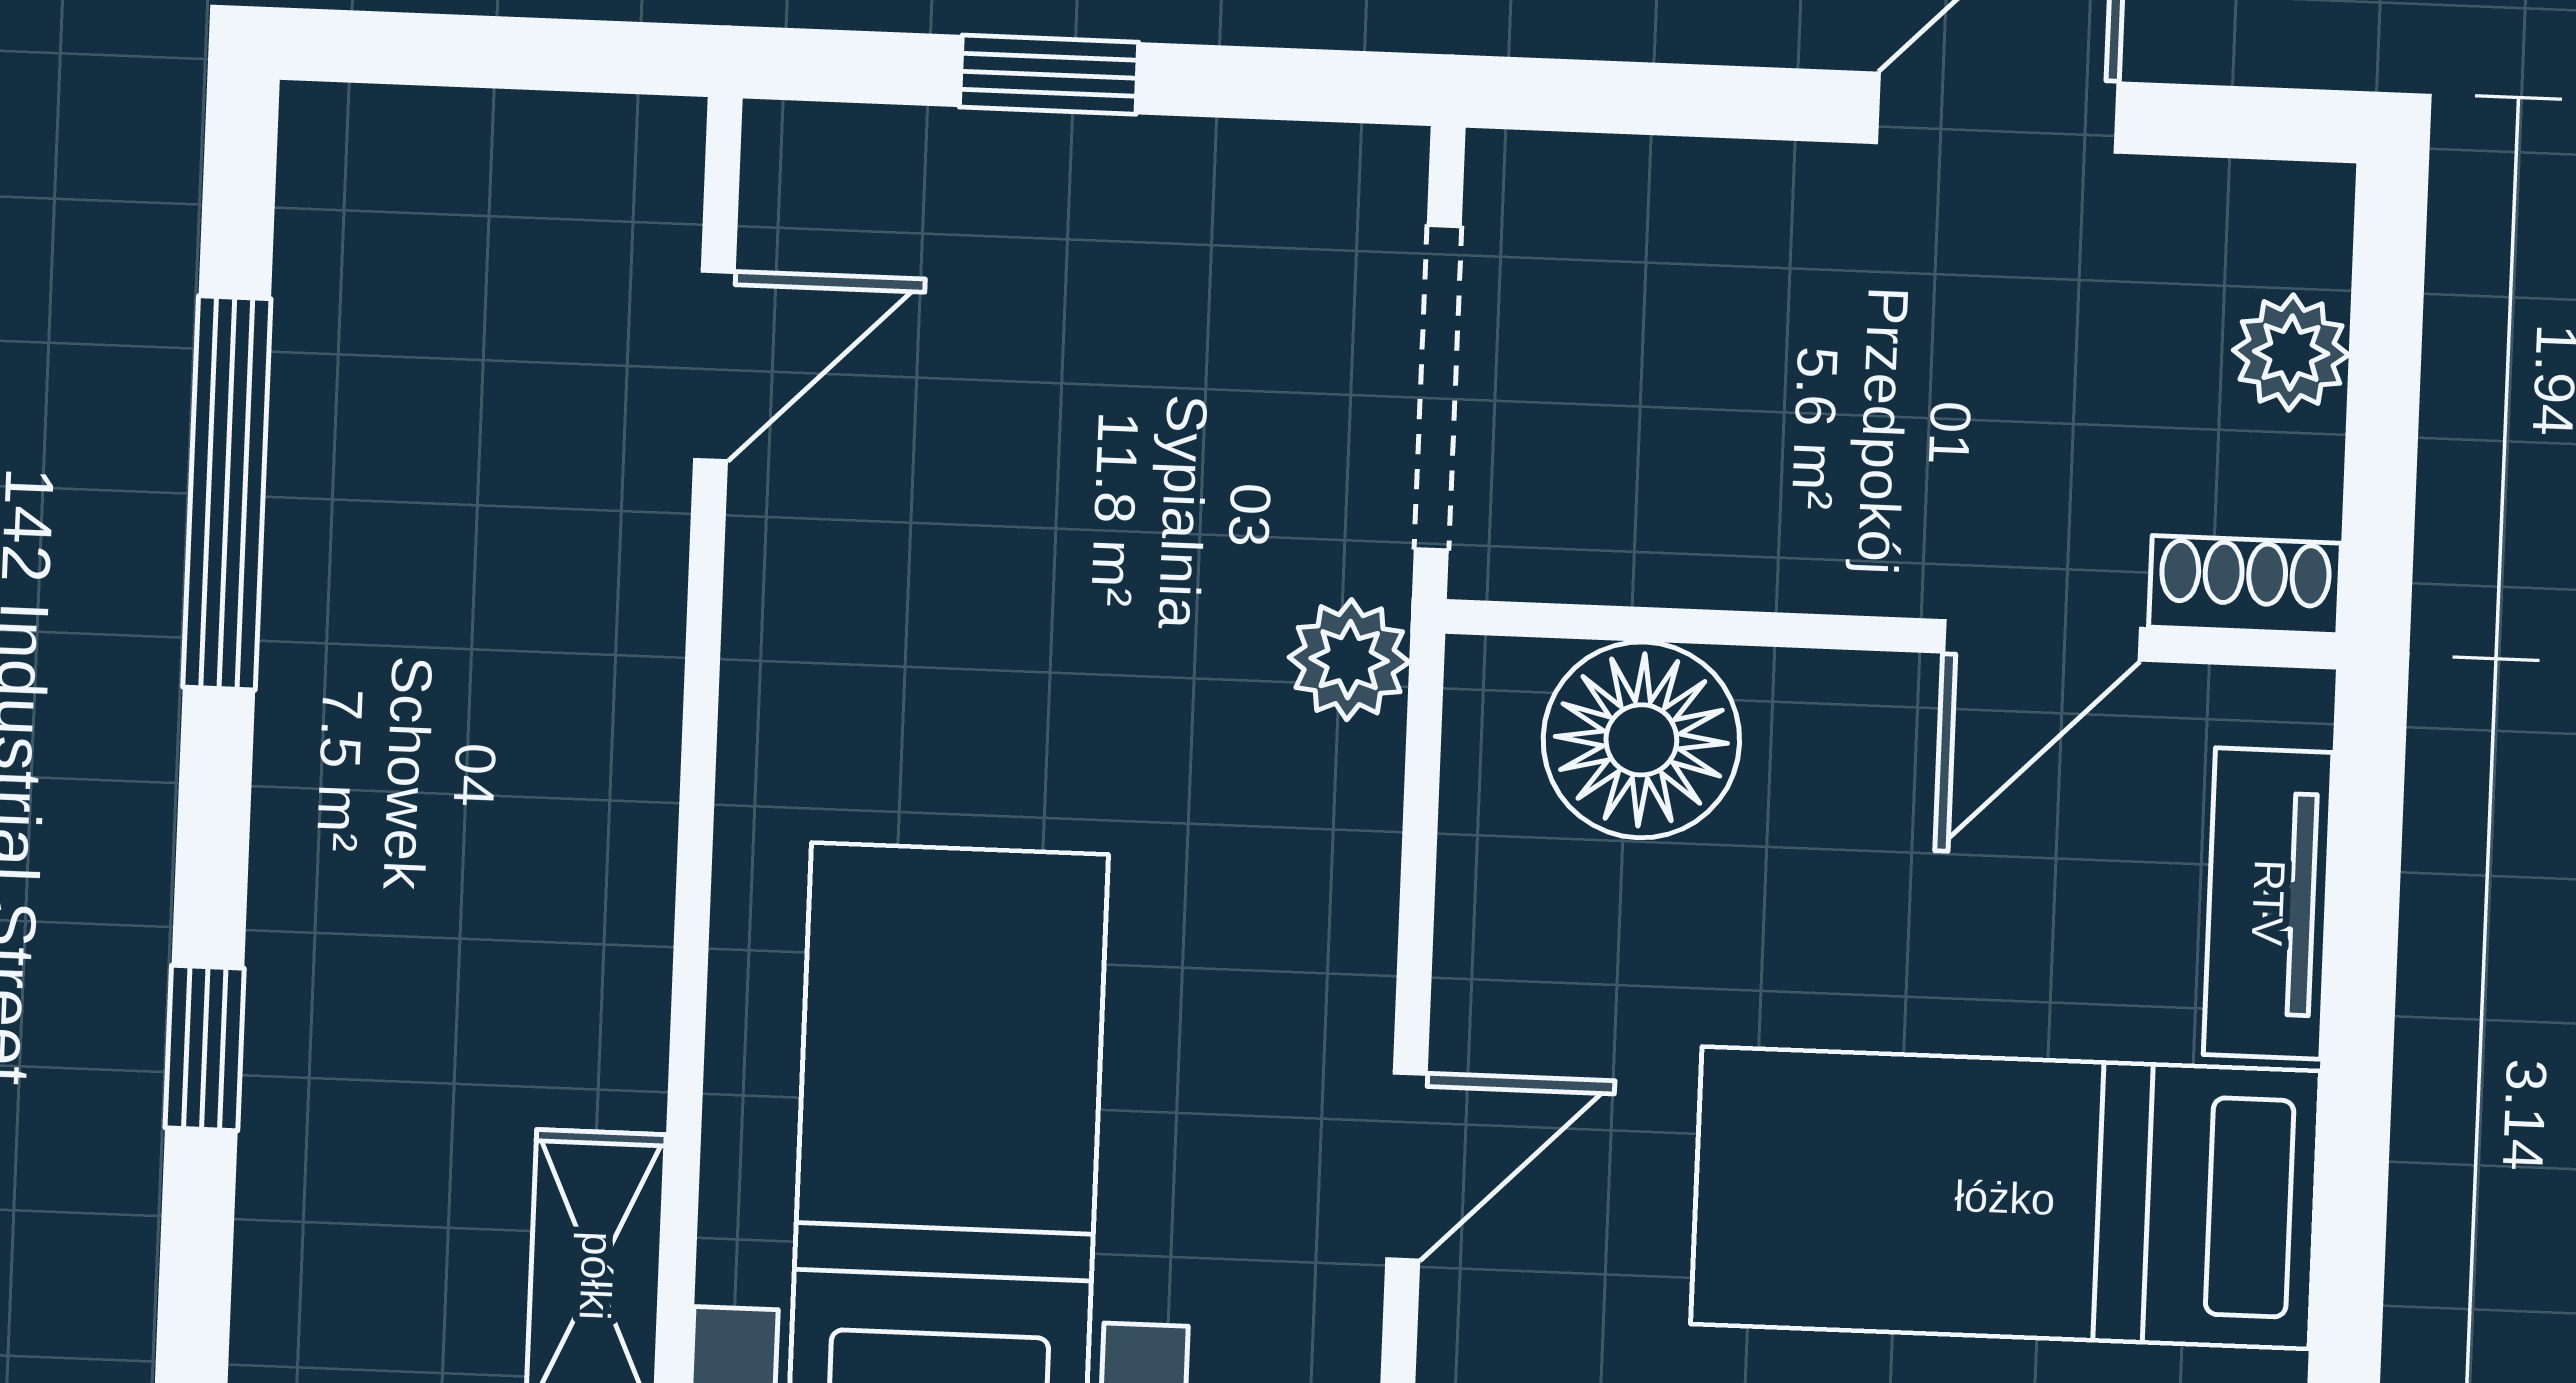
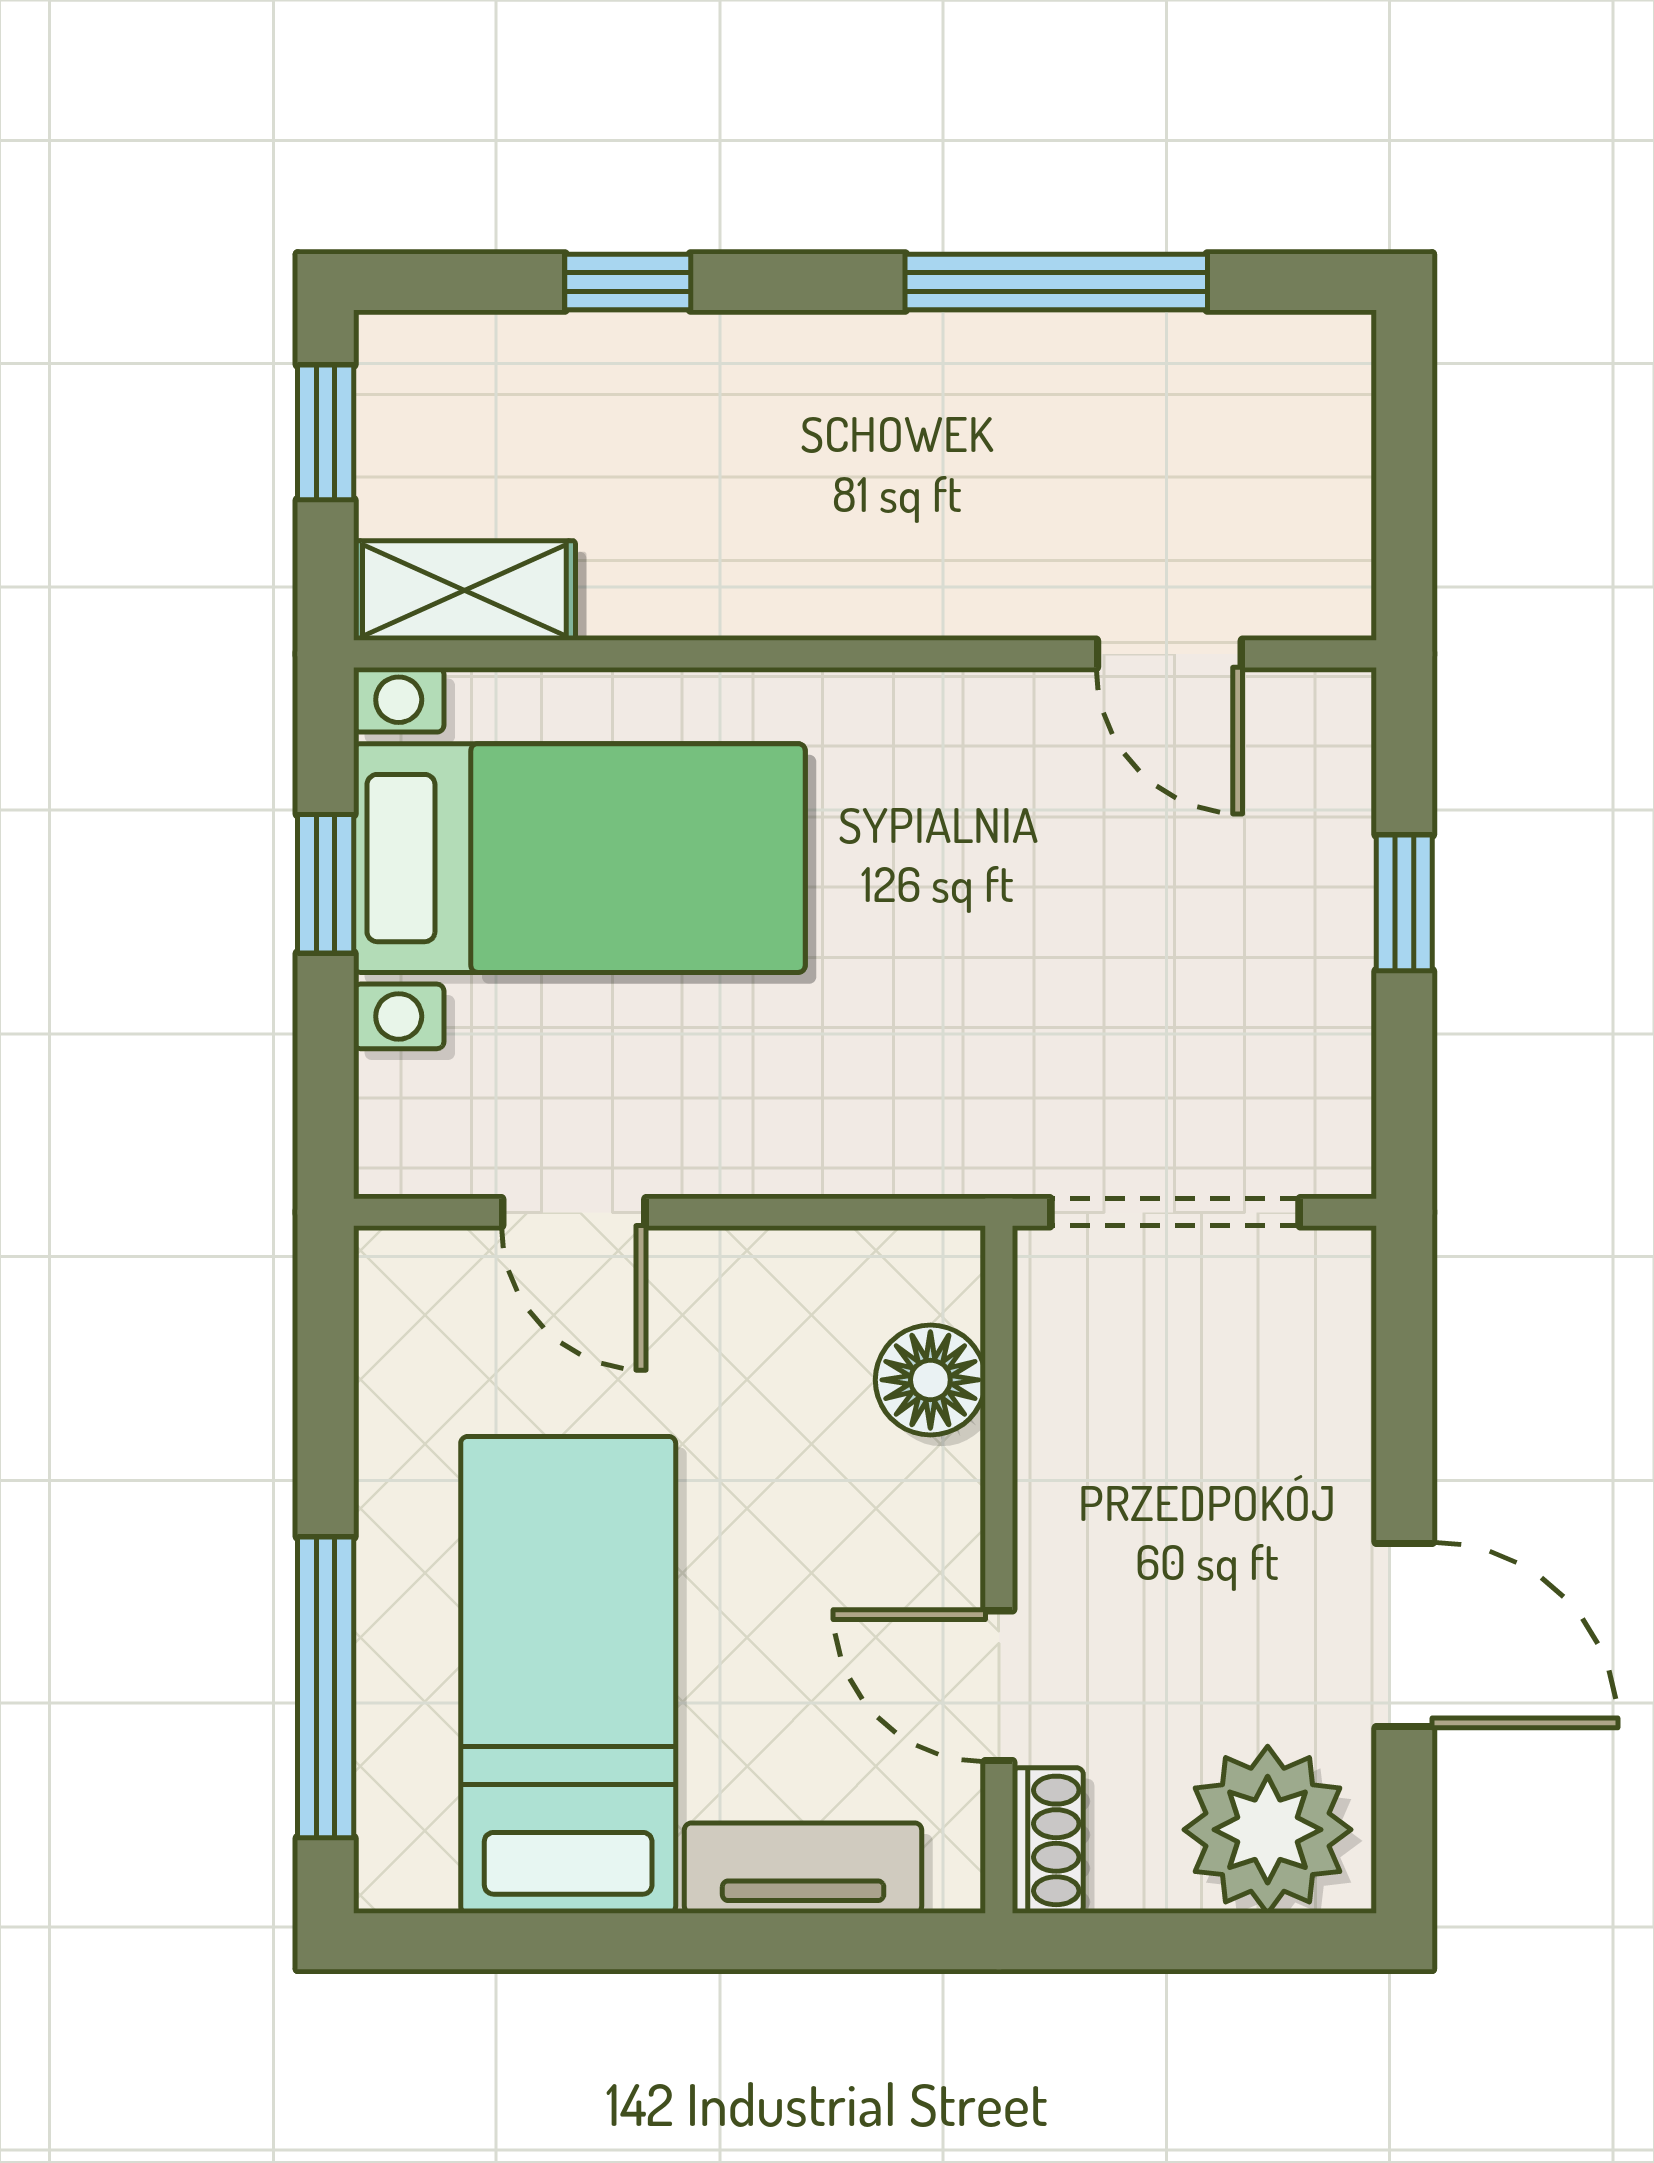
plant: (2291, 352) -> (1268, 1830), width x1.88, depth x1.88
plant: (1349, 660) -> (963, 1152), removed
floor lamp: (1641, 740) -> (930, 1380), width x0.73, depth x0.73

